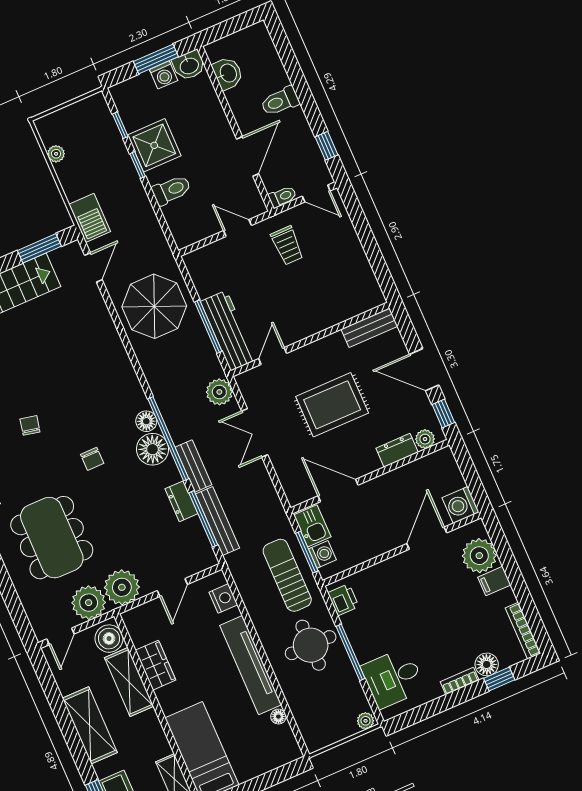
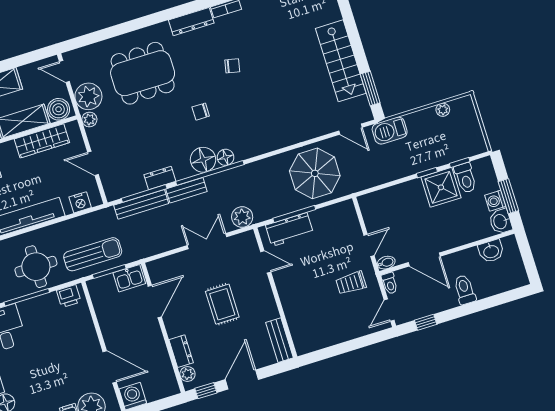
toilet: (171, 190) -> (465, 178), moved
bidet: (257, 204) -> (386, 263), added
workbench: (228, 331) -> (289, 229), width x0.73
rug: (332, 405) -> (222, 304), width x0.73, depth x0.70
washing machine: (322, 554) -> (106, 284), removed
plant: (122, 587) -> (89, 119), width x0.53, depth x0.53
wardrobe: (156, 665) -> (42, 141), width x1.50

